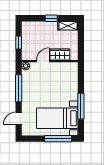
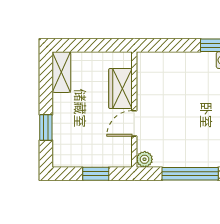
window: (51, 18) -> (46, 127), moved
door: (43, 61) -> (134, 123), hinge flipped

